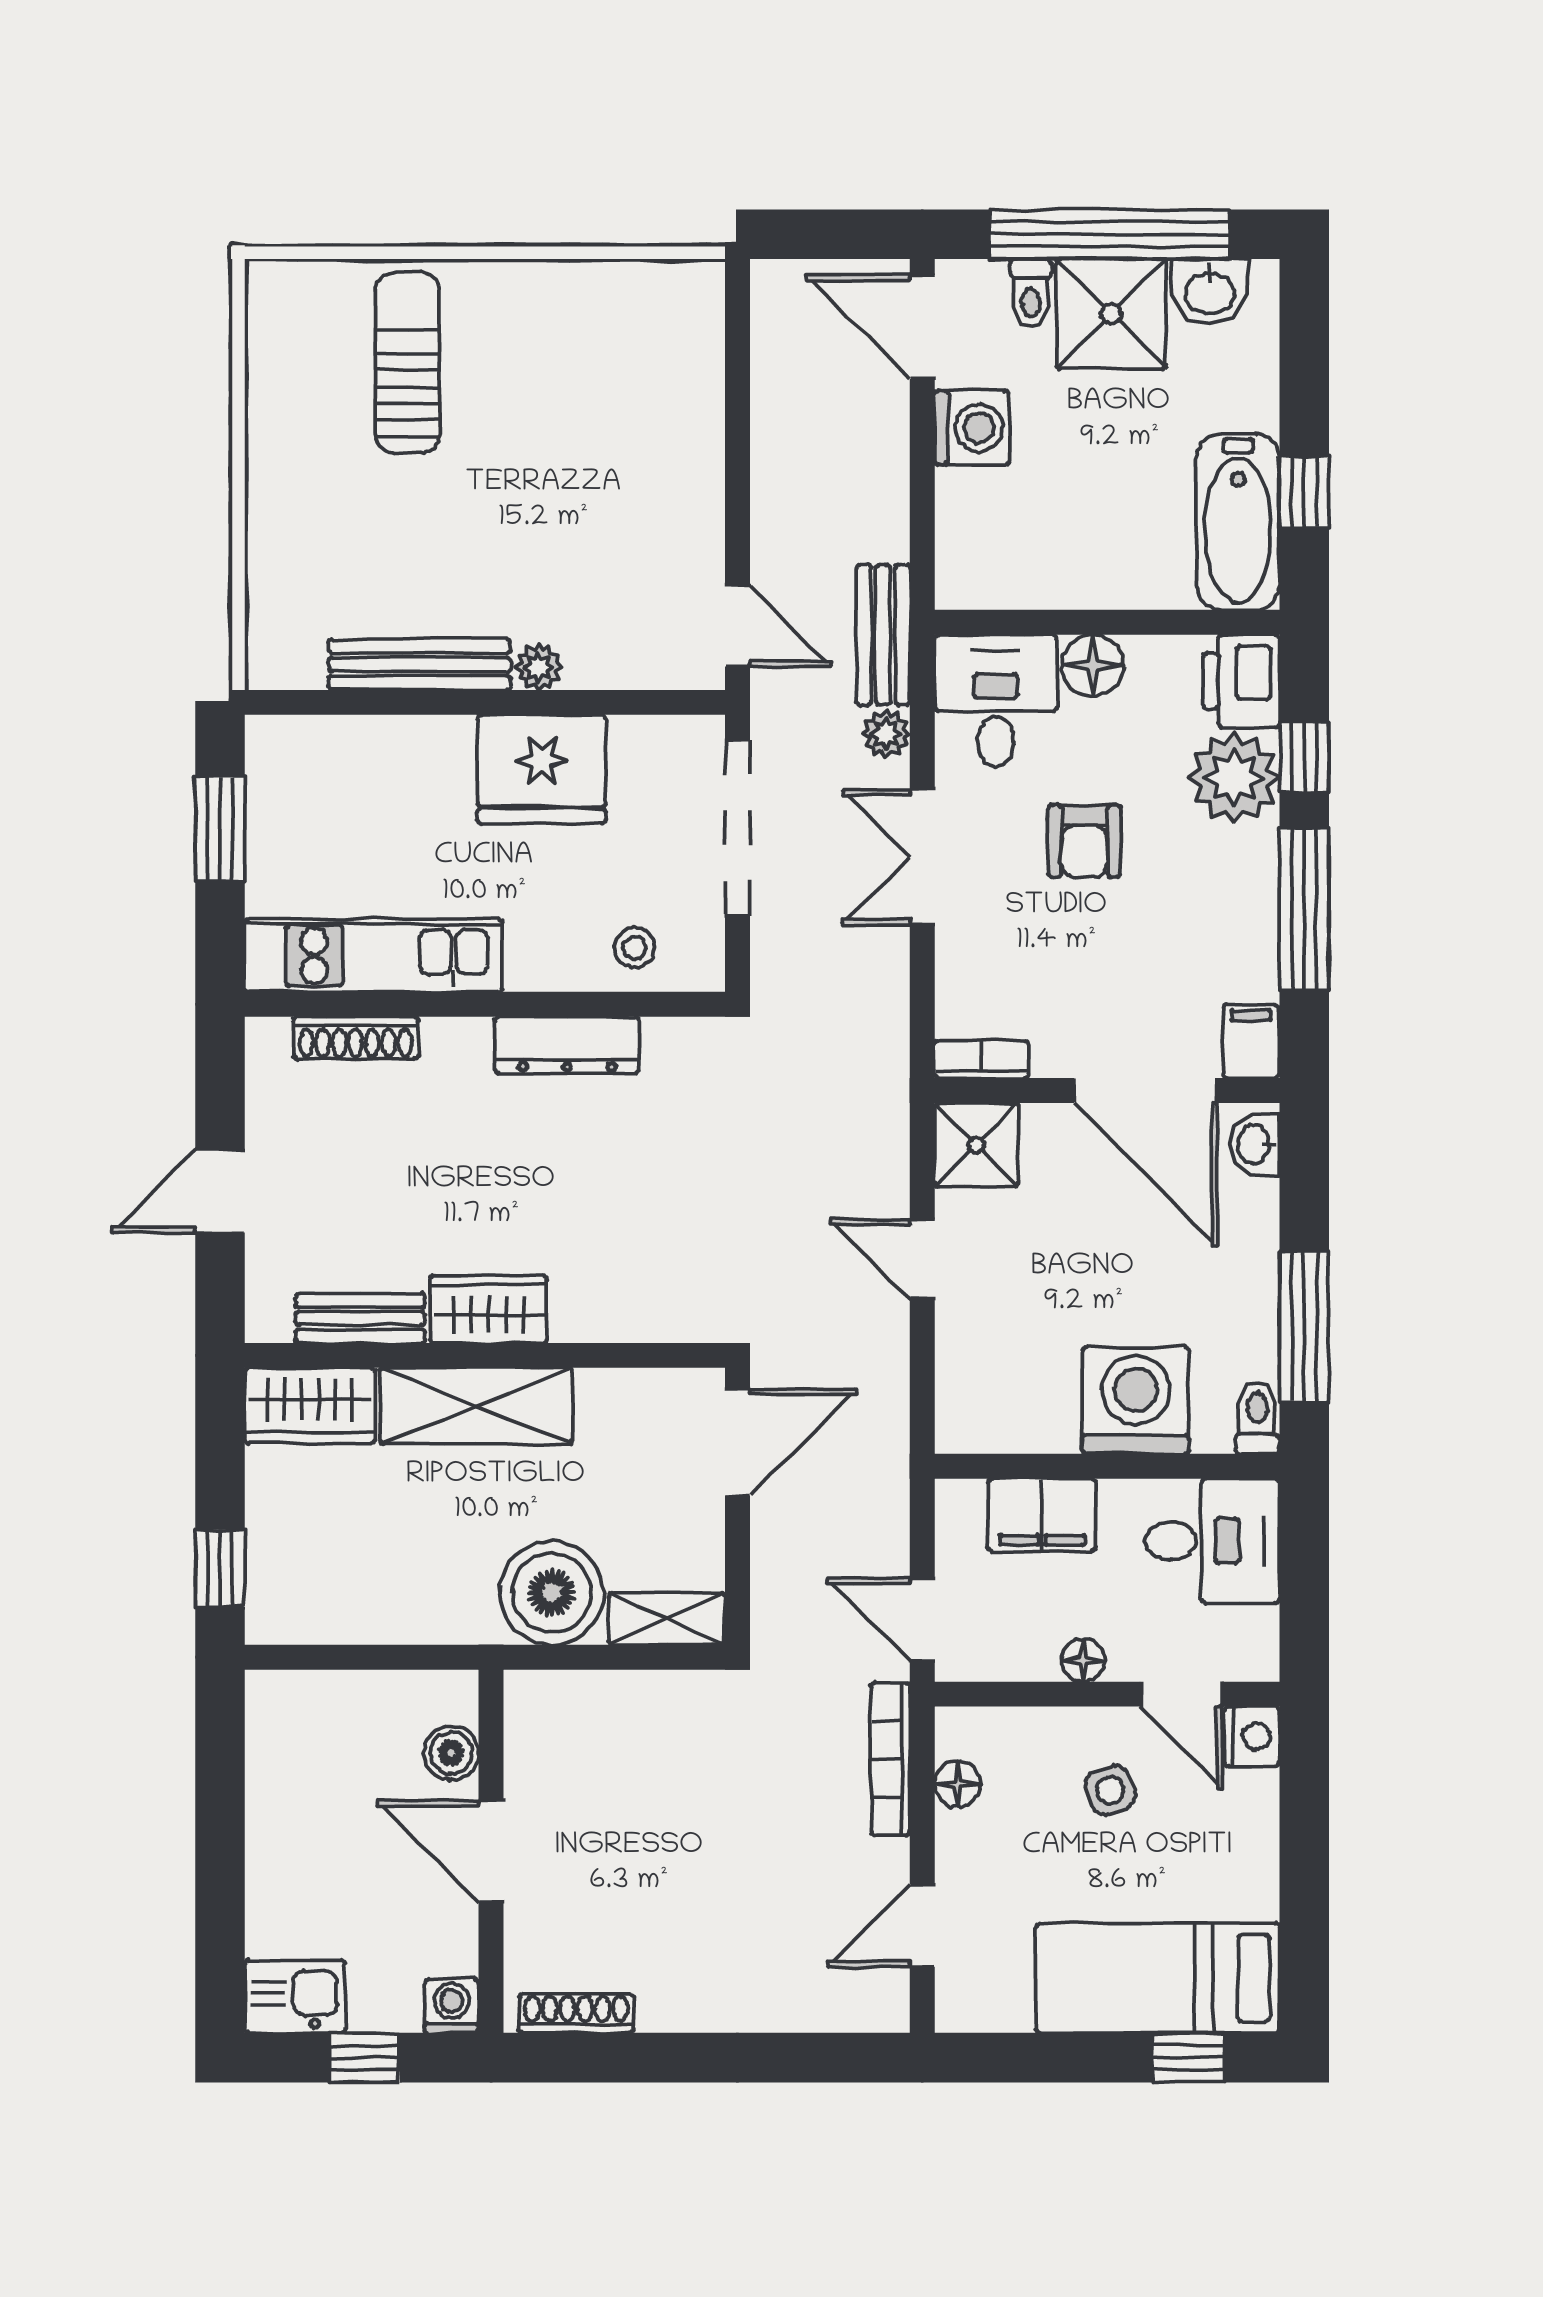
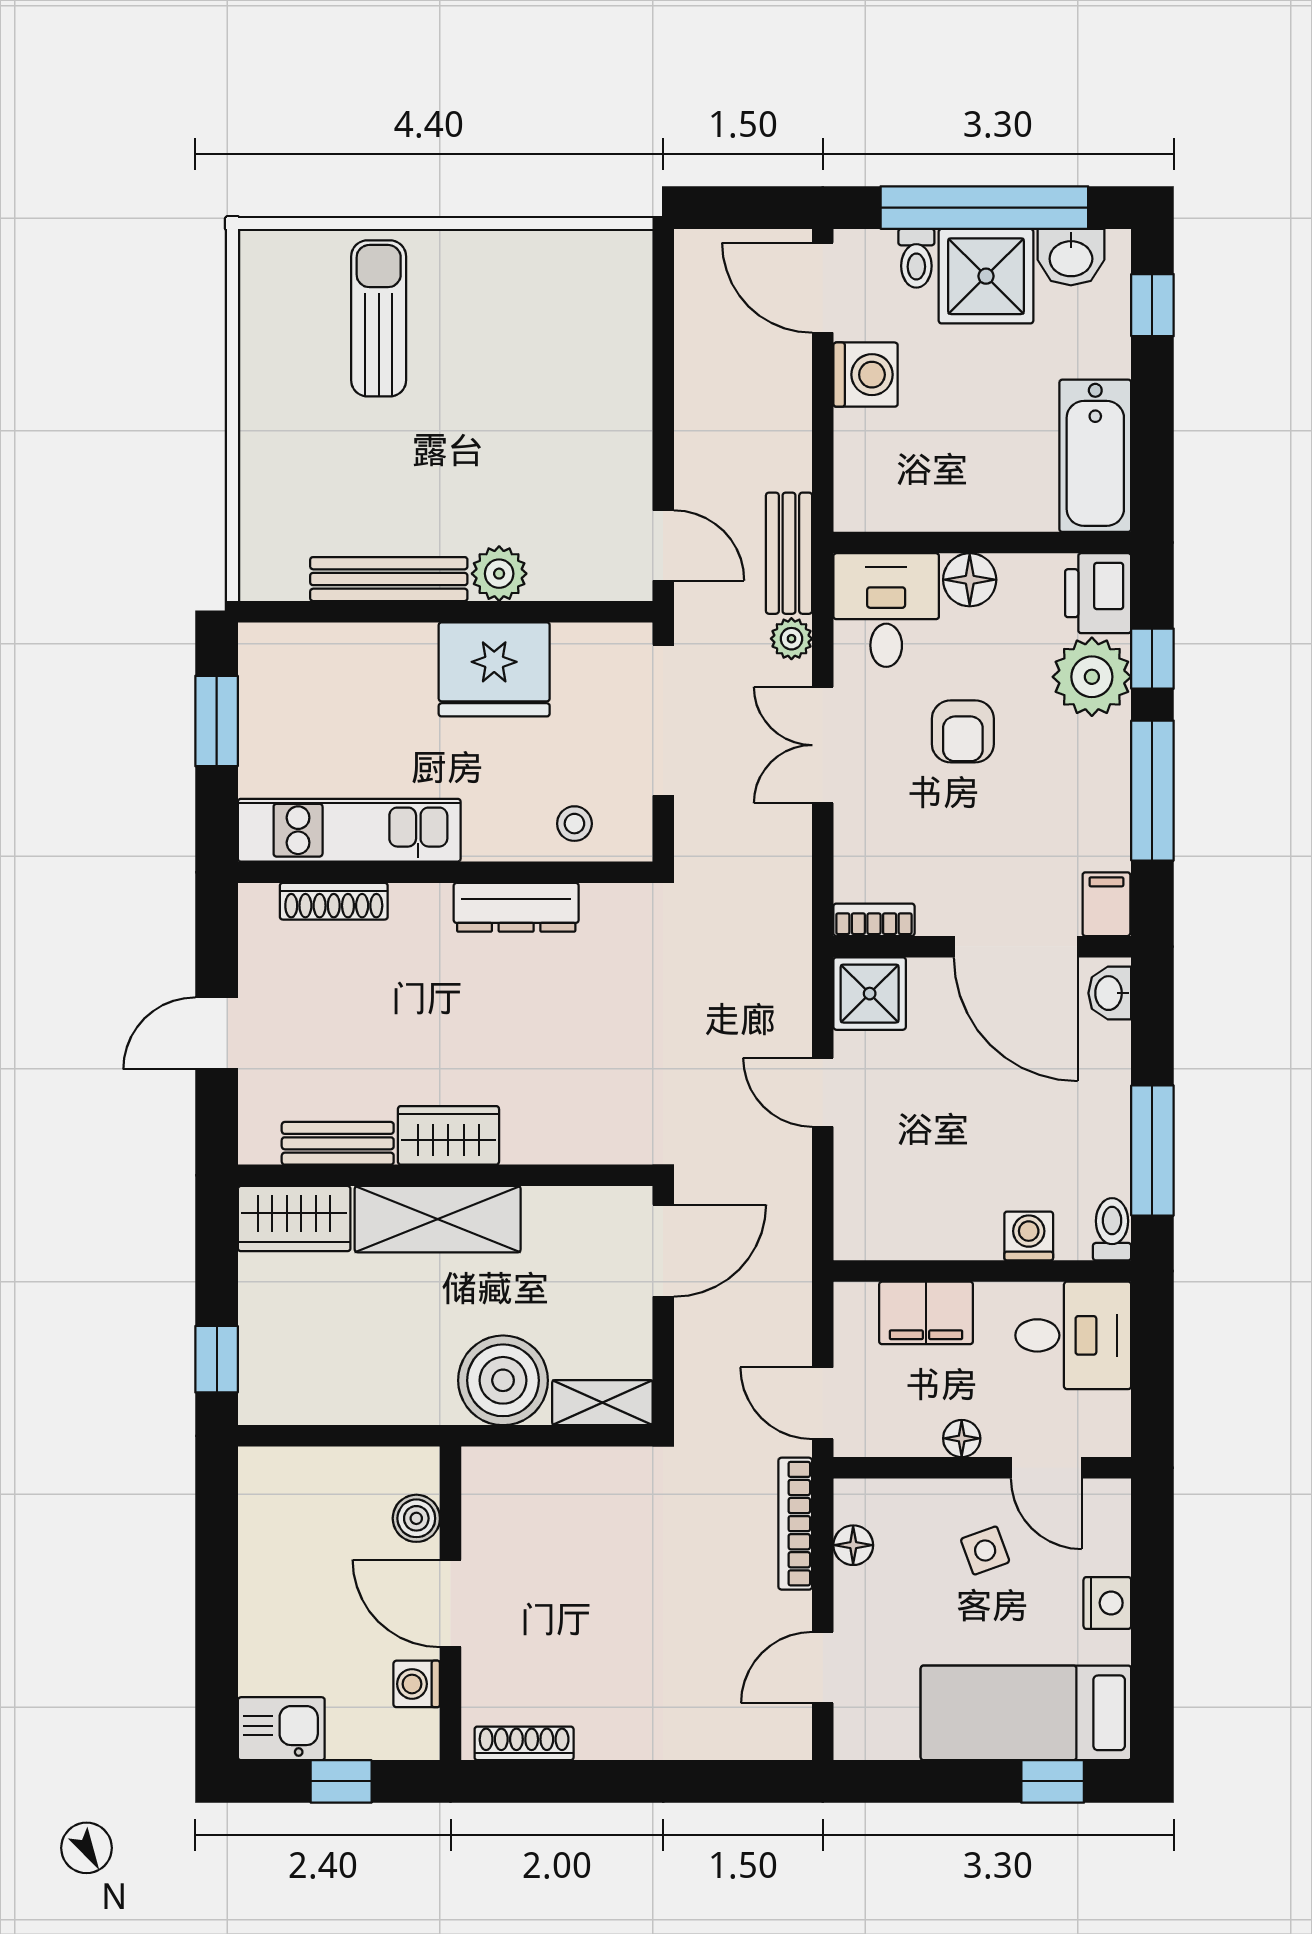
window: (1304, 492) -> (1152, 305), moved
plant: (539, 667) -> (499, 574), width x1.38, depth x1.38
washing machine: (1136, 1401) -> (1029, 1236), width x0.53, depth x0.53
nightstand: (1252, 1737) -> (1107, 1603), moved
washing machine: (452, 2006) -> (417, 1684), moved, turned -90

